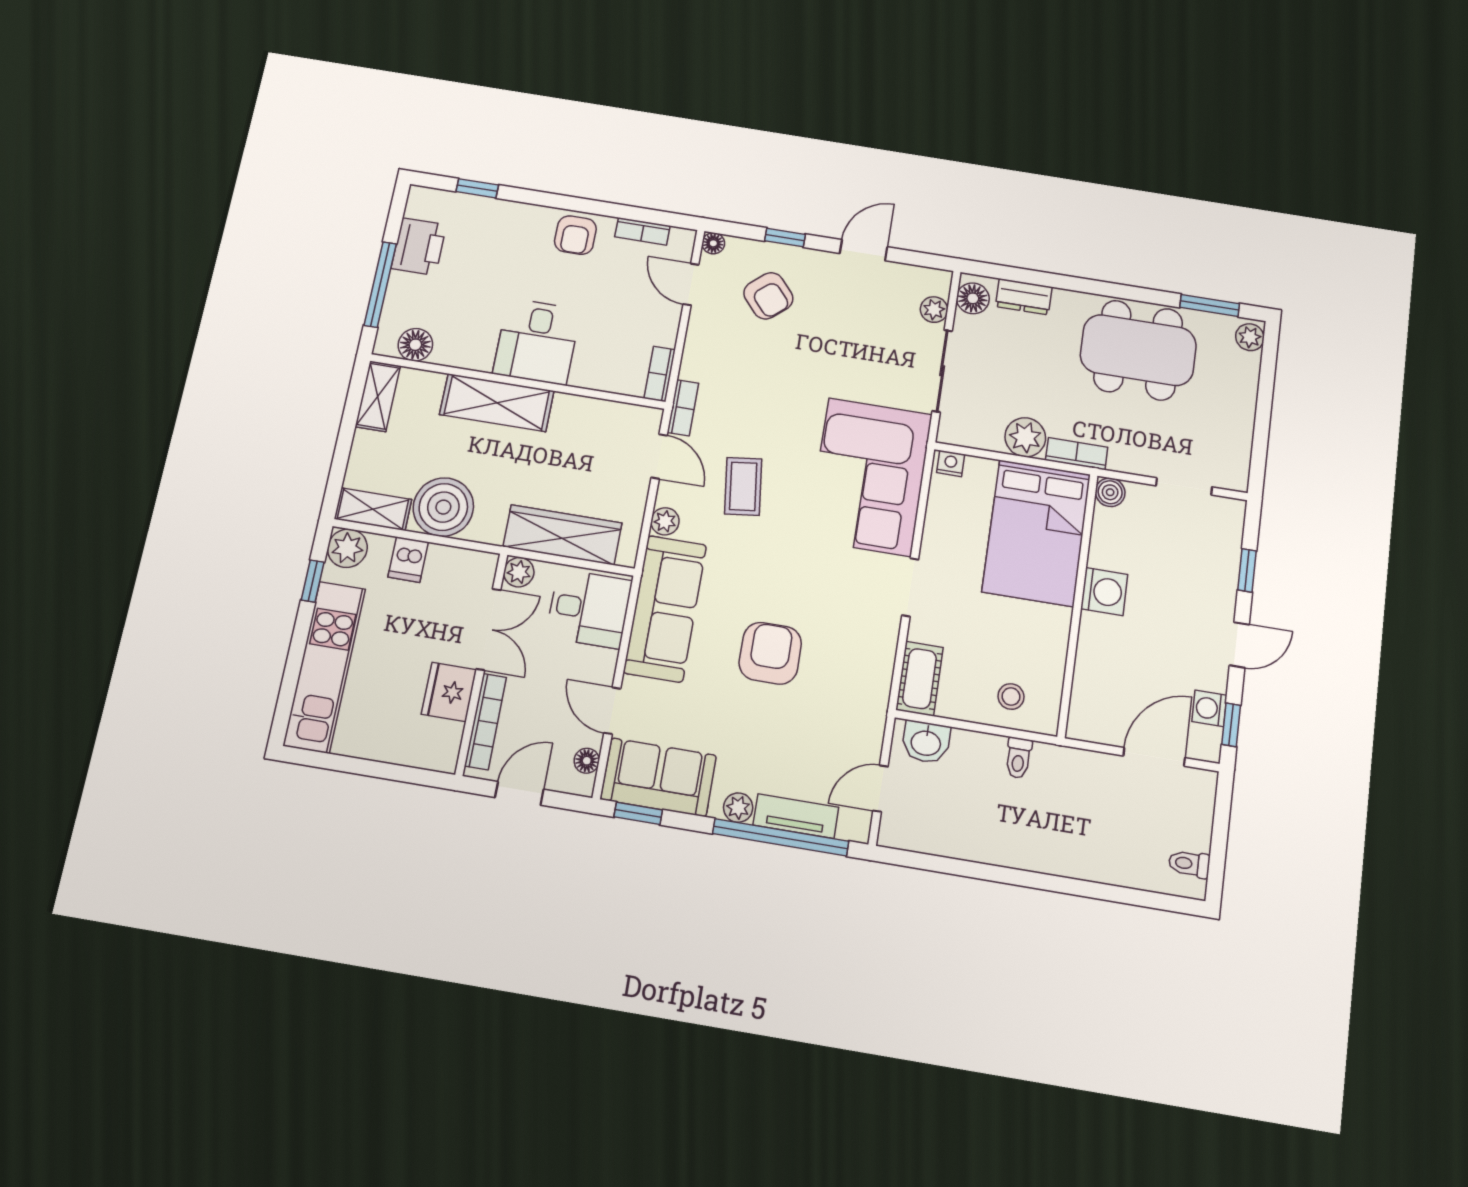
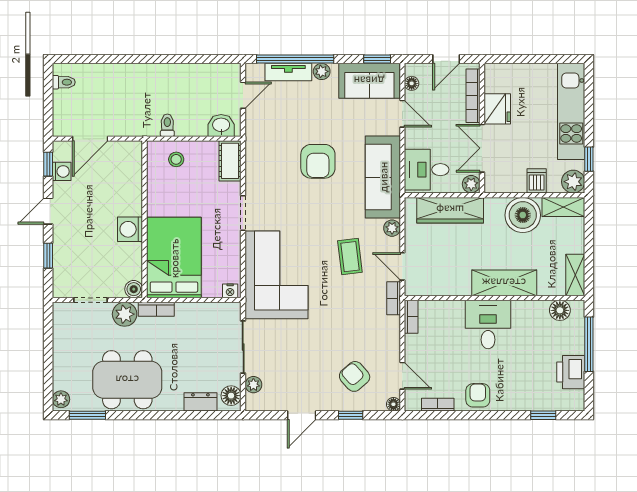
plant: (1025, 437) -> (125, 314), moved

